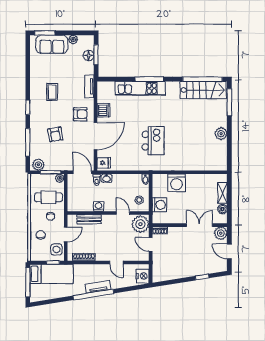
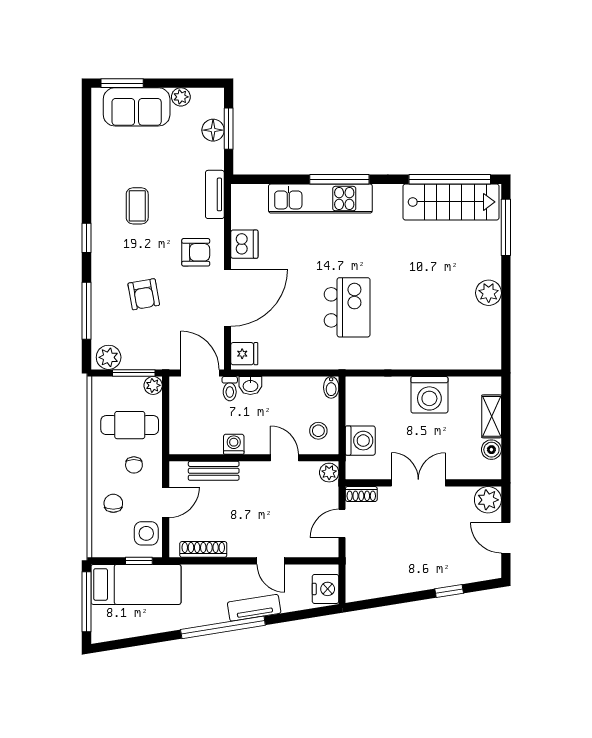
washing machine: (177, 183) -> (429, 395), moved
plant: (140, 224) -> (329, 473), width x0.53, depth x0.53
double door: (199, 225) -> (418, 483), moved
door: (151, 245) -> (342, 523), hinge flipped
tv unit: (98, 287) -> (254, 608), moved

